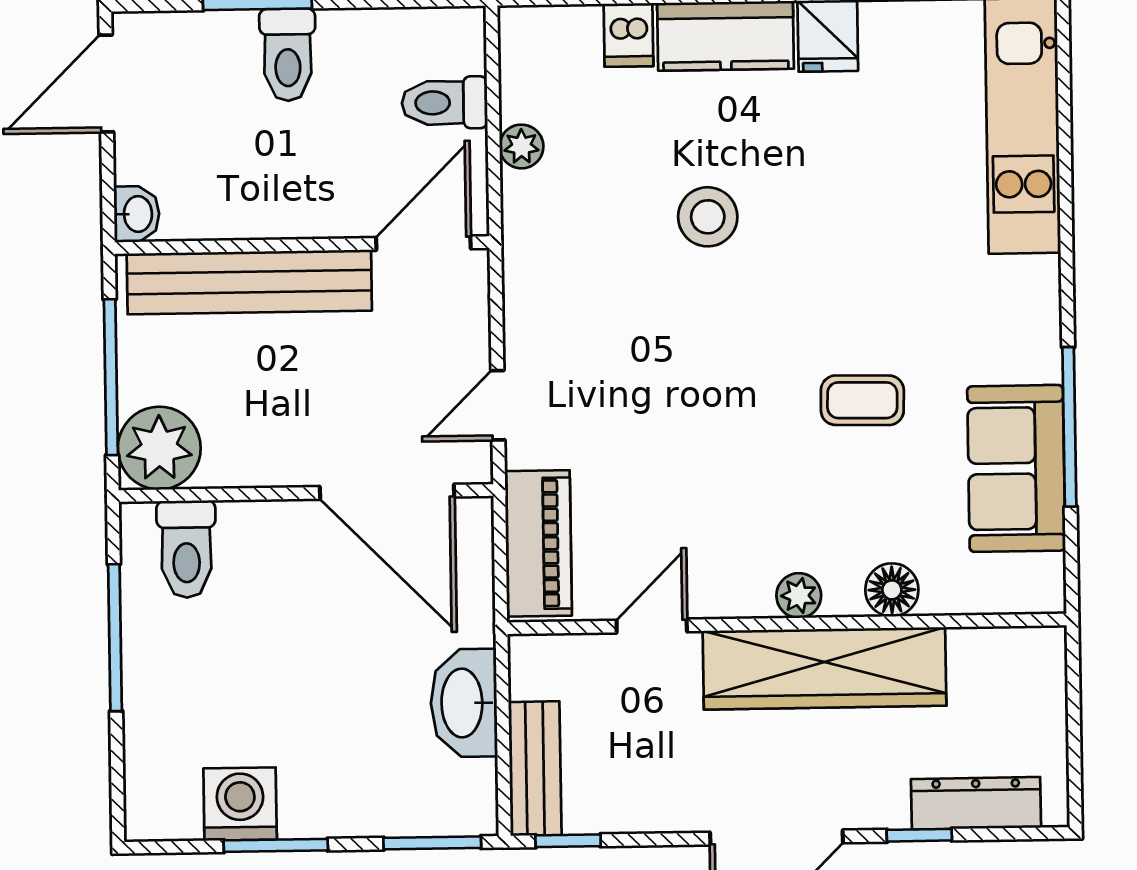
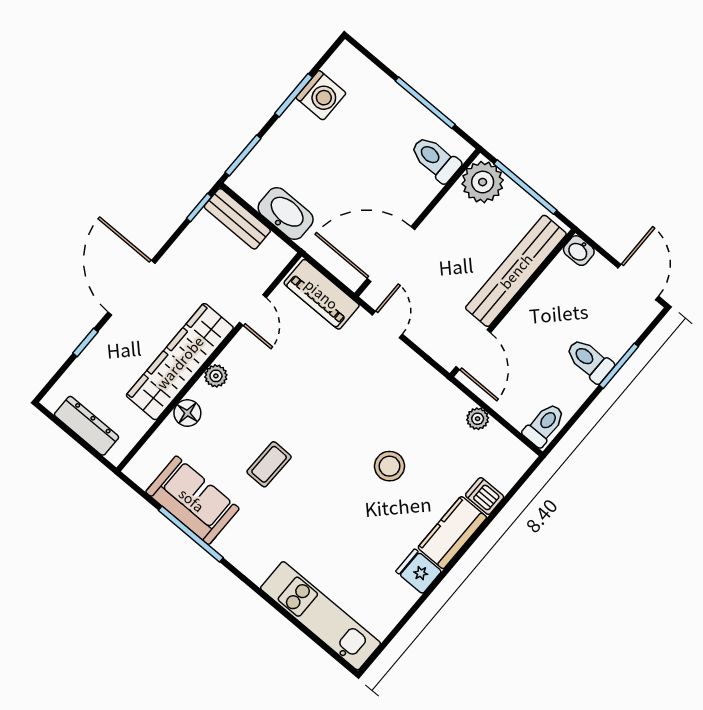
toilet: (445, 103) -> (544, 425), moved
dresser: (976, 803) -> (87, 426), moved, turned -90

